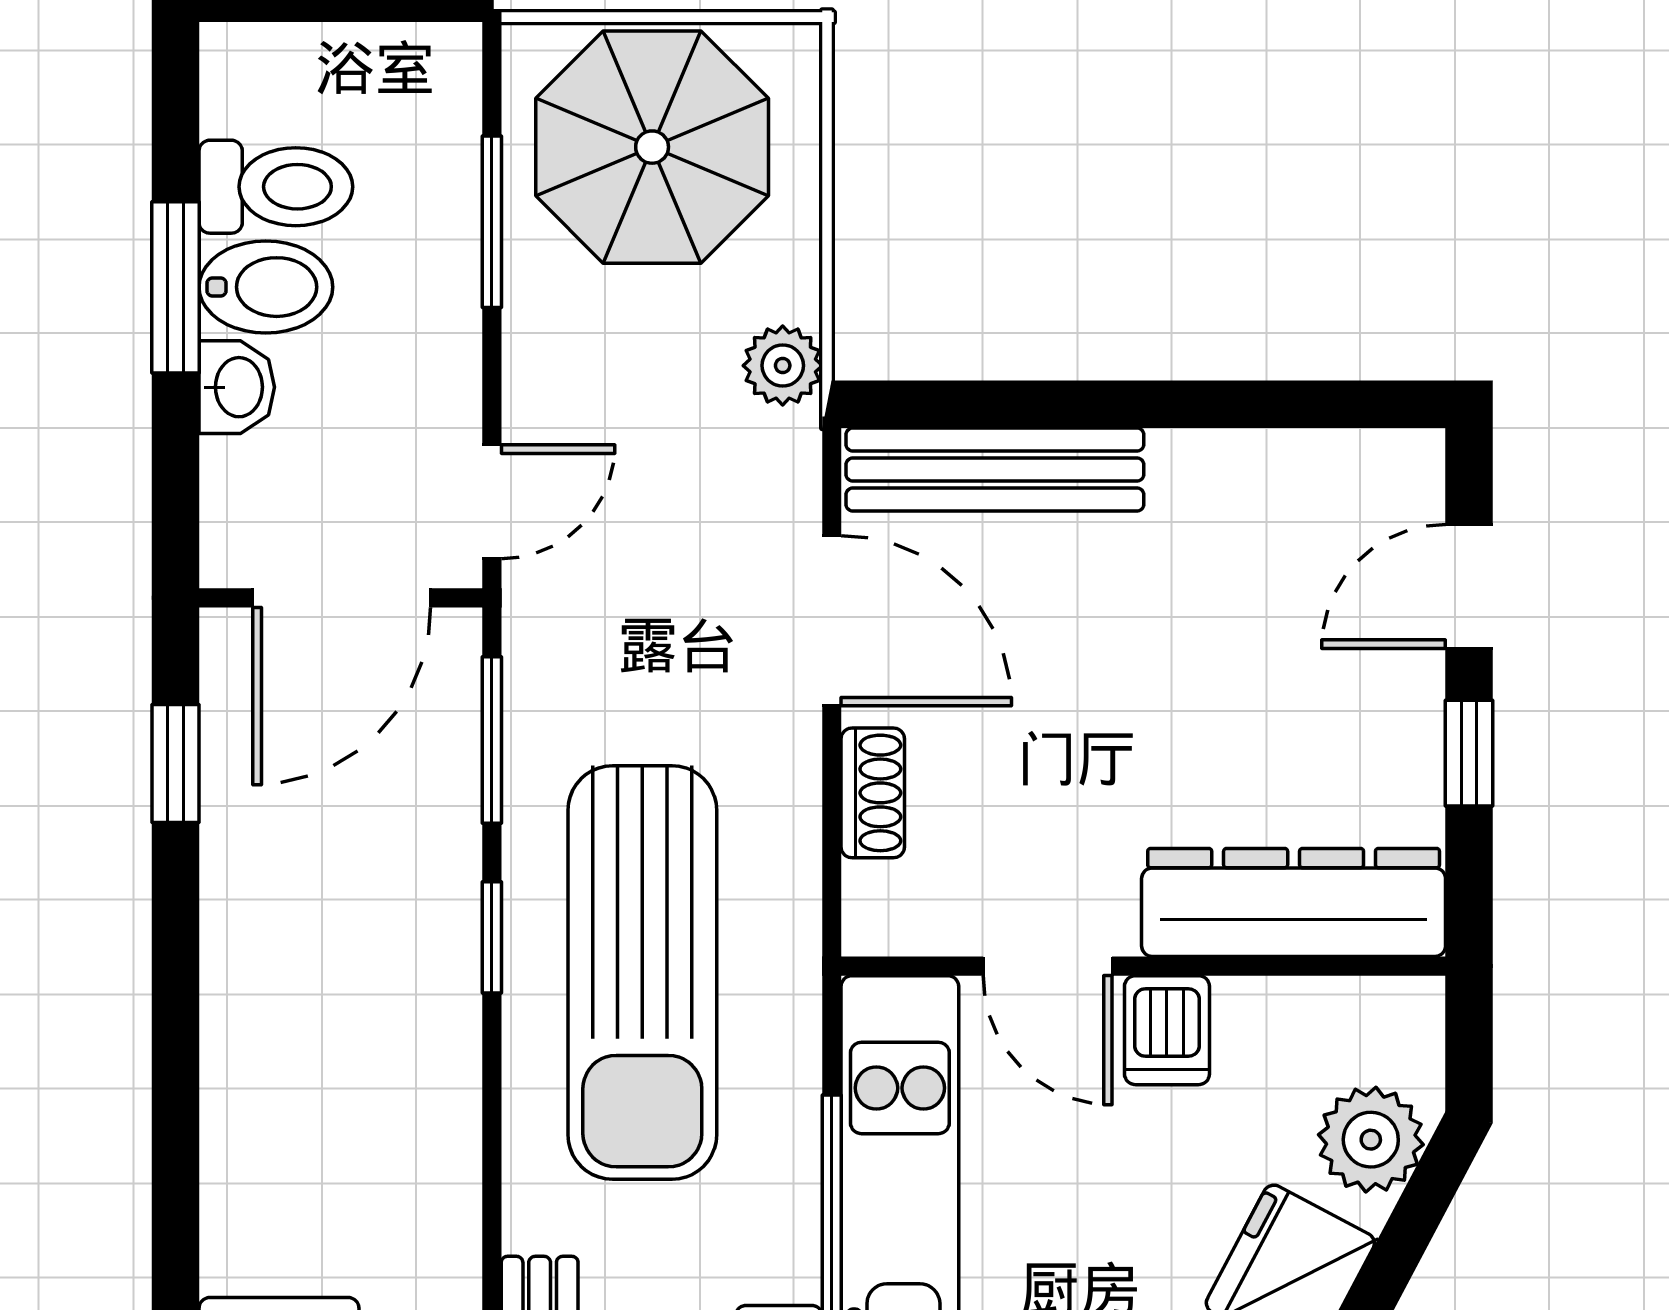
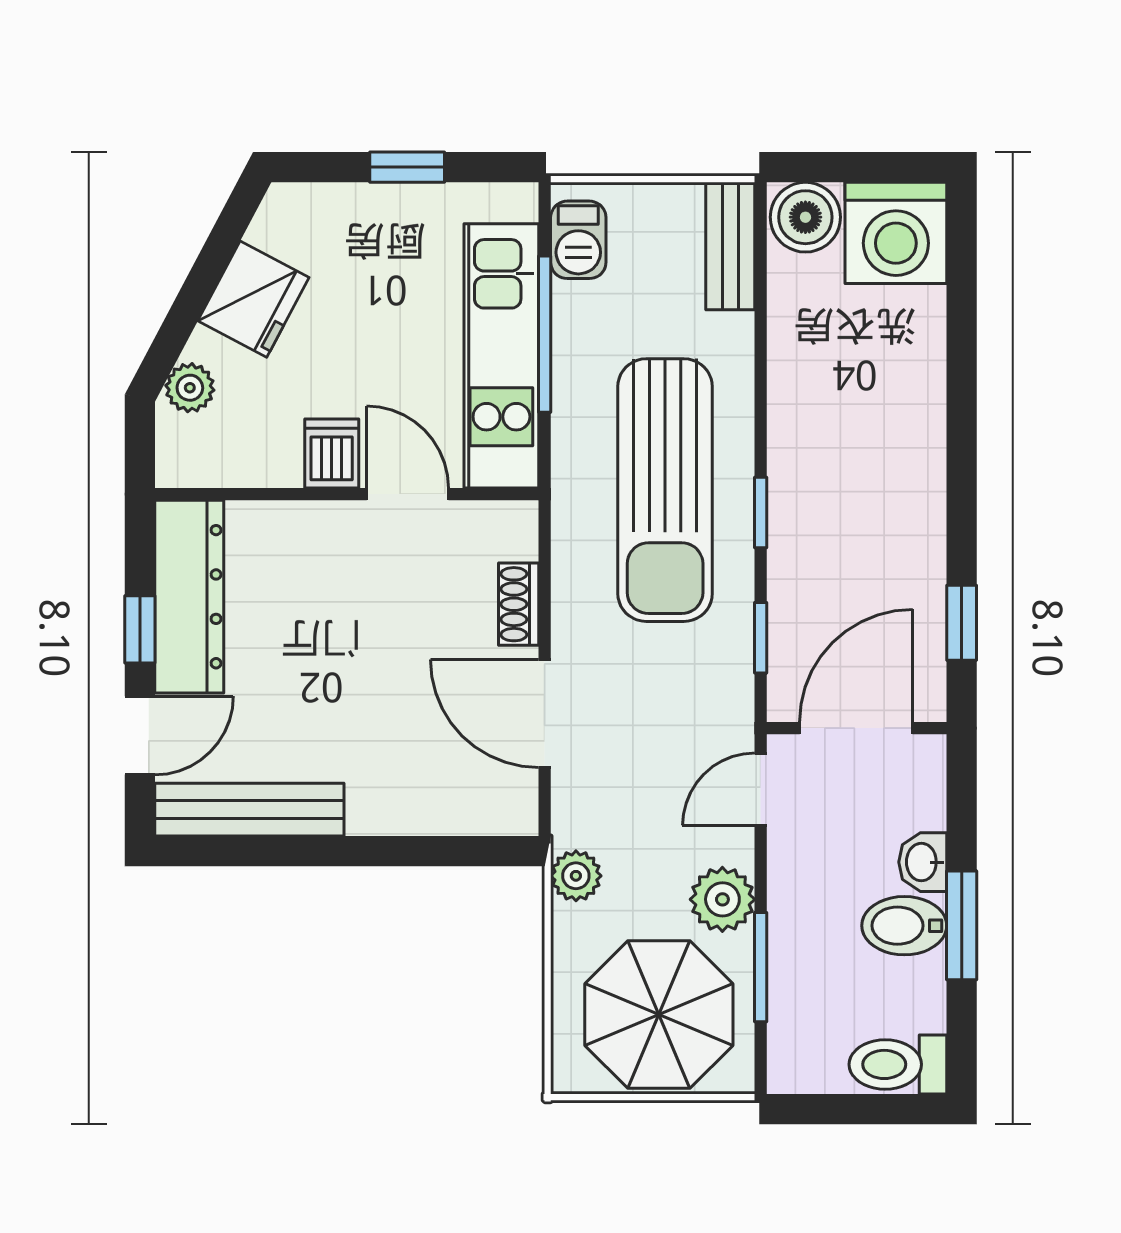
toilet: (276, 187) -> (898, 1064), moved
plant: (552, 328) -> (722, 899), added
bench: (995, 470) -> (249, 810), moved
window: (492, 740) -> (761, 638), width x0.67
dresser: (1294, 902) -> (189, 597), moved, turned -90
sun lounger: (642, 973) -> (665, 490), turned 180
plant: (1371, 1140) -> (190, 388), width x0.73, depth x0.73

